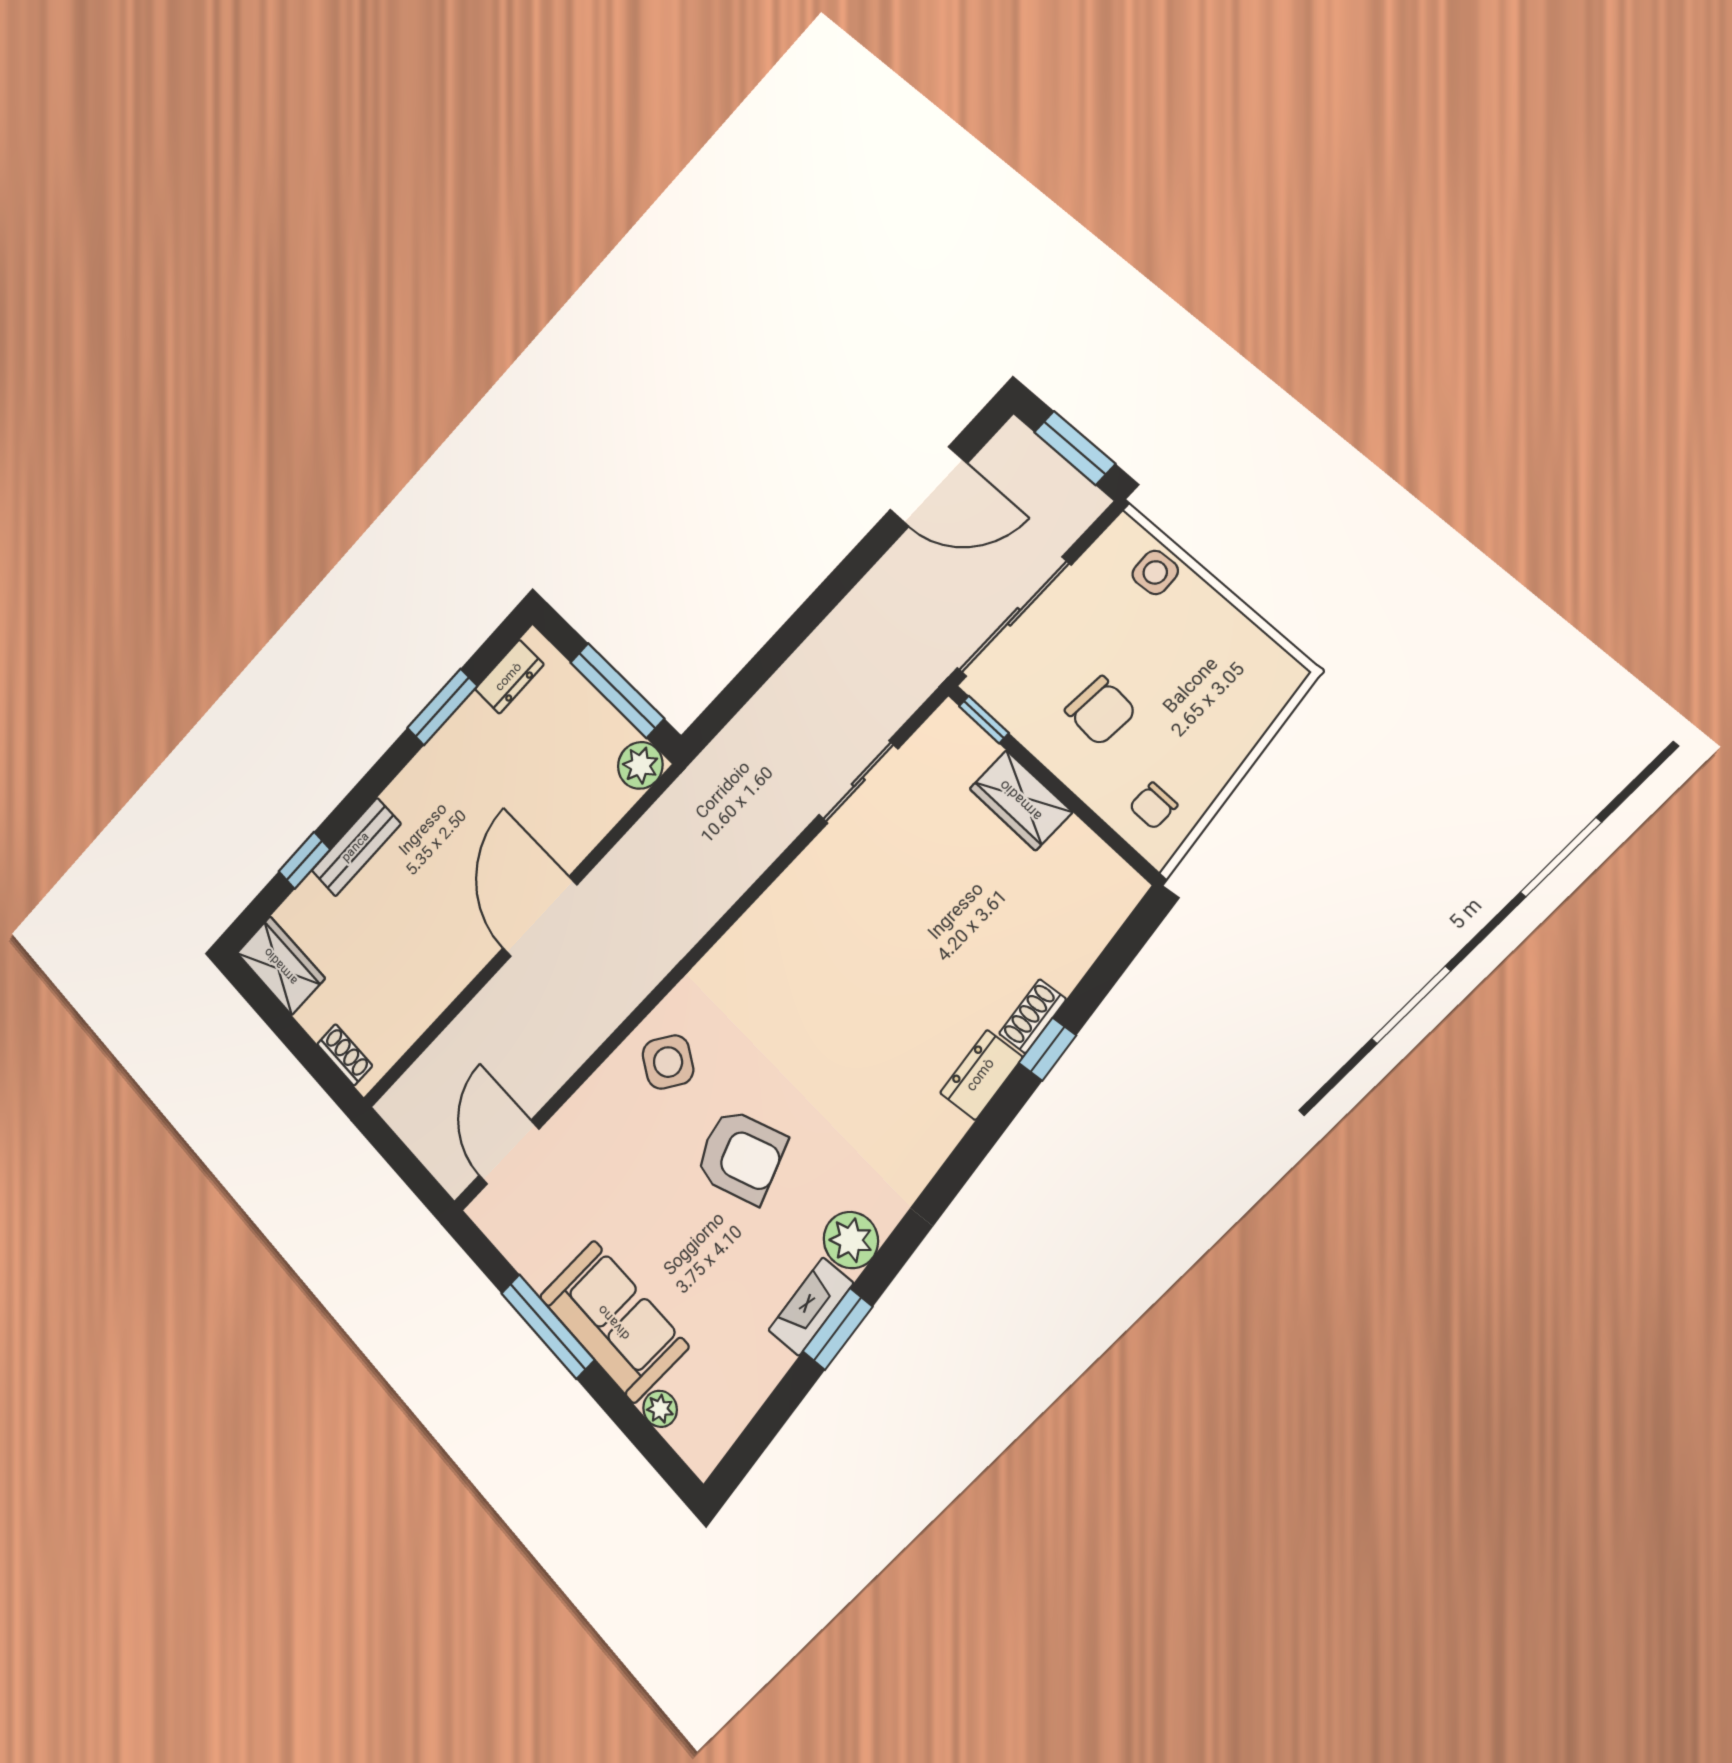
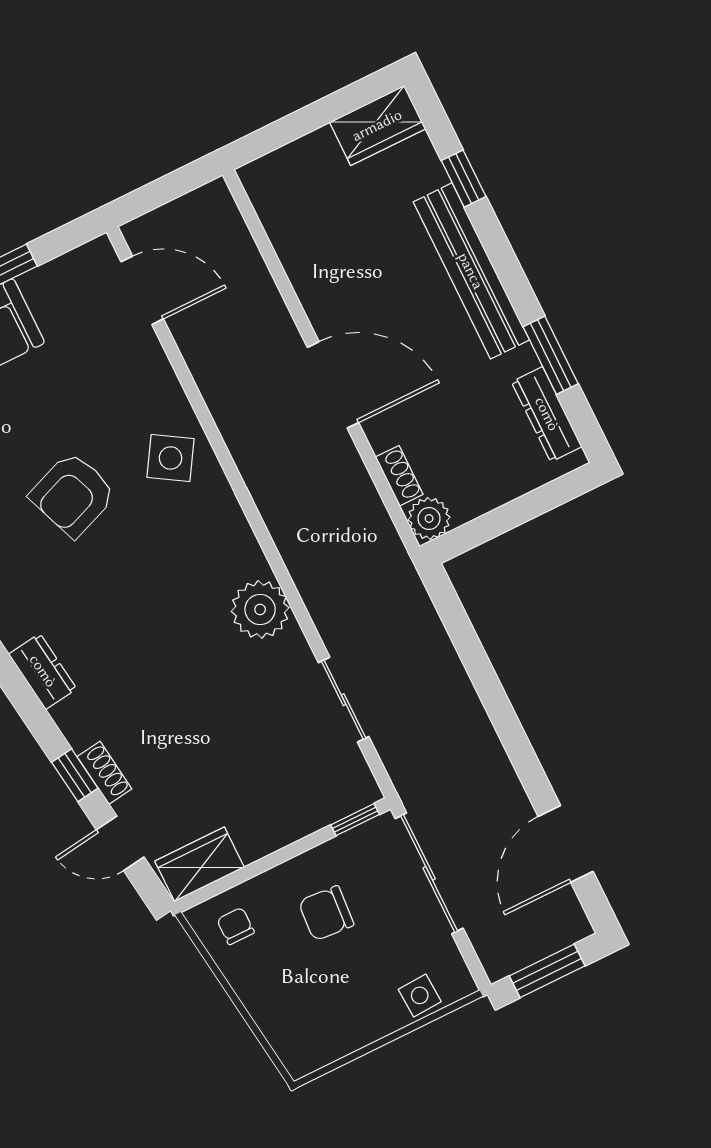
dresser: (509, 677) -> (547, 414), width x1.44
window: (617, 690) -> (502, 520), removed
wardrobe: (1021, 800) -> (199, 864), moved
bench: (356, 847) -> (471, 271), width x1.86, depth x1.21
plant: (794, 908) -> (260, 609), added
door: (1107, 970) -> (120, 843), added
shoe rack: (345, 1055) -> (399, 476), moved, turned -90
dresser: (981, 1075) -> (43, 671), moved

